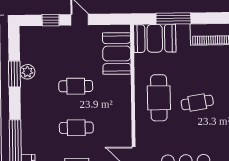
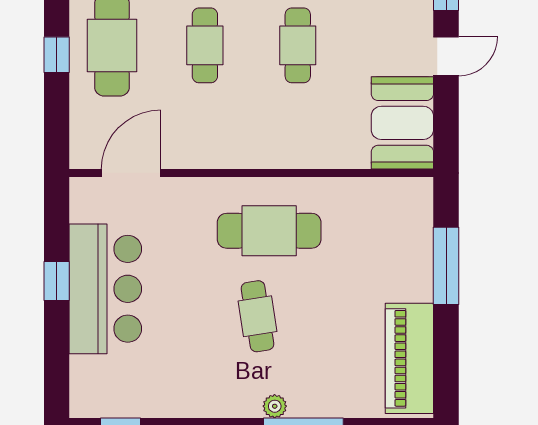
booth: (155, 38) -> (402, 223), removed
booth: (117, 53) -> (402, 123), moved, turned 90

